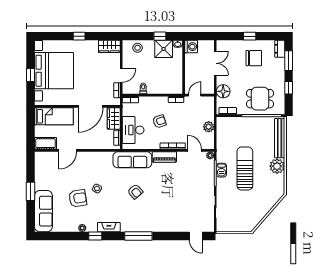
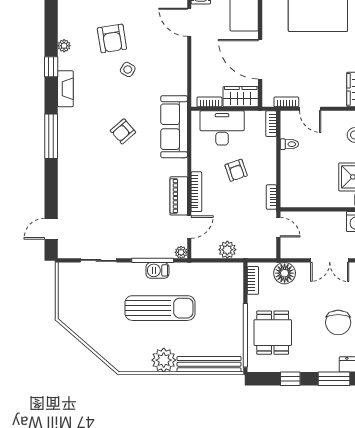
piano: (164, 157) -> (179, 196), moved

